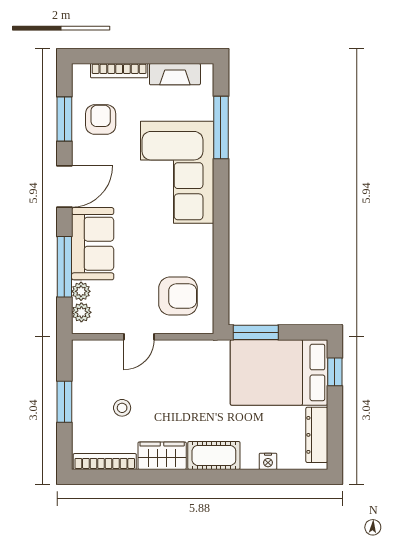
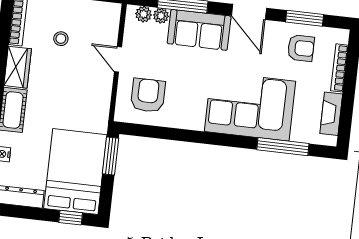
armchair: (178, 296) -> (148, 95), turned 180

